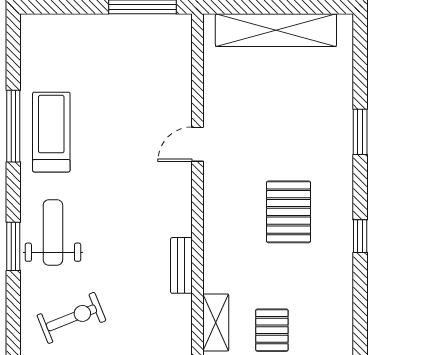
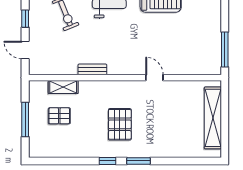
window: (360, 132) -> (138, 161), moved
pallet: (289, 212) -> (120, 124), turned 90

